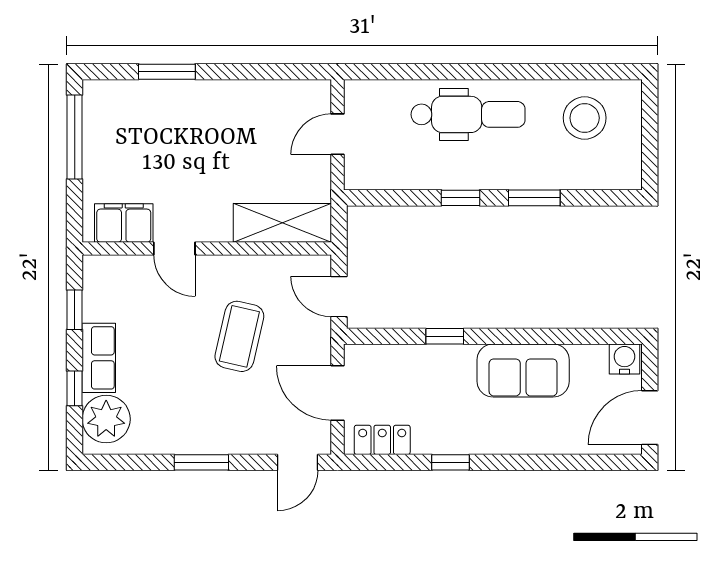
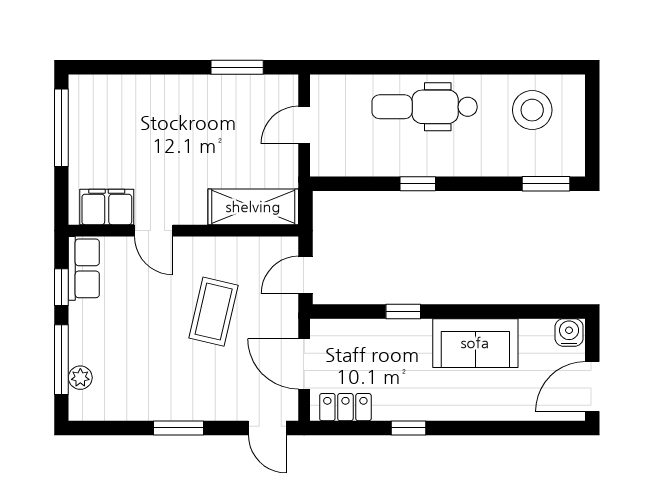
window: (167, 72) -> (237, 67), moved
dental chair: (468, 114) -> (425, 107), turned 180
window: (534, 198) -> (546, 184), moved
door: (339, 297) -> (306, 275), hinge flipped
row of seats: (99, 358) -> (84, 268), moved
window: (75, 388) -> (61, 360), width x2.17
plant: (106, 419) -> (80, 378), width x0.53, depth x0.53
door: (298, 462) -> (267, 428), hinge flipped

